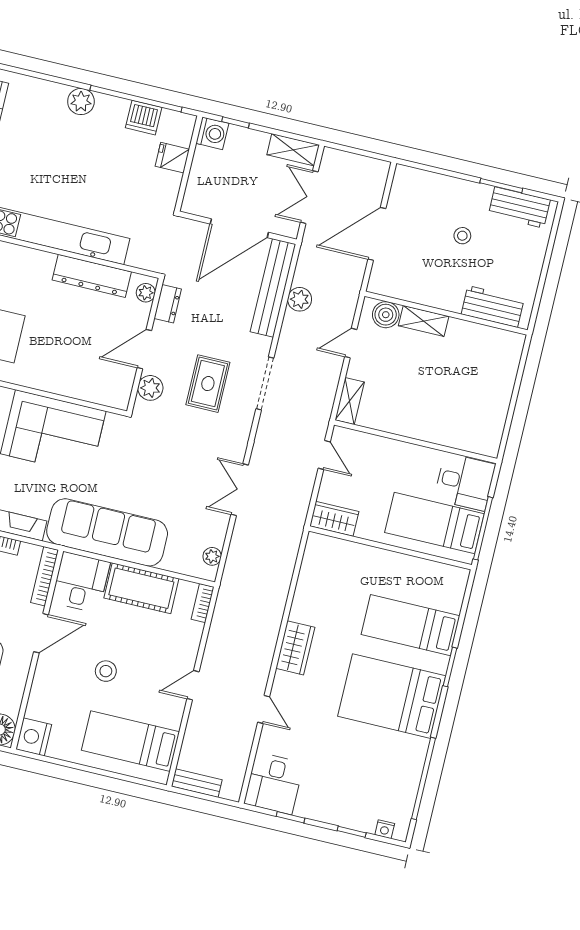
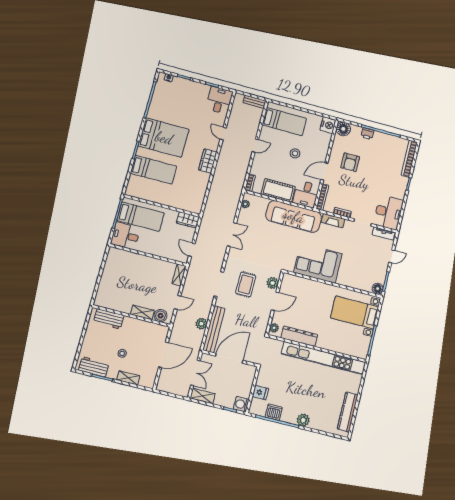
shelving: (448, 186) -> (128, 378), added
dresser: (168, 304) -> (264, 322), removed

